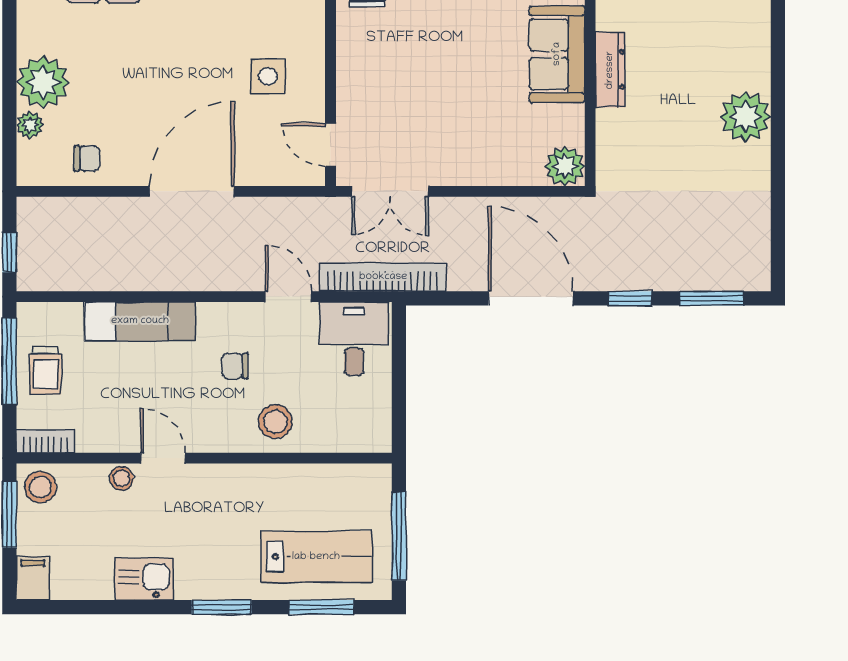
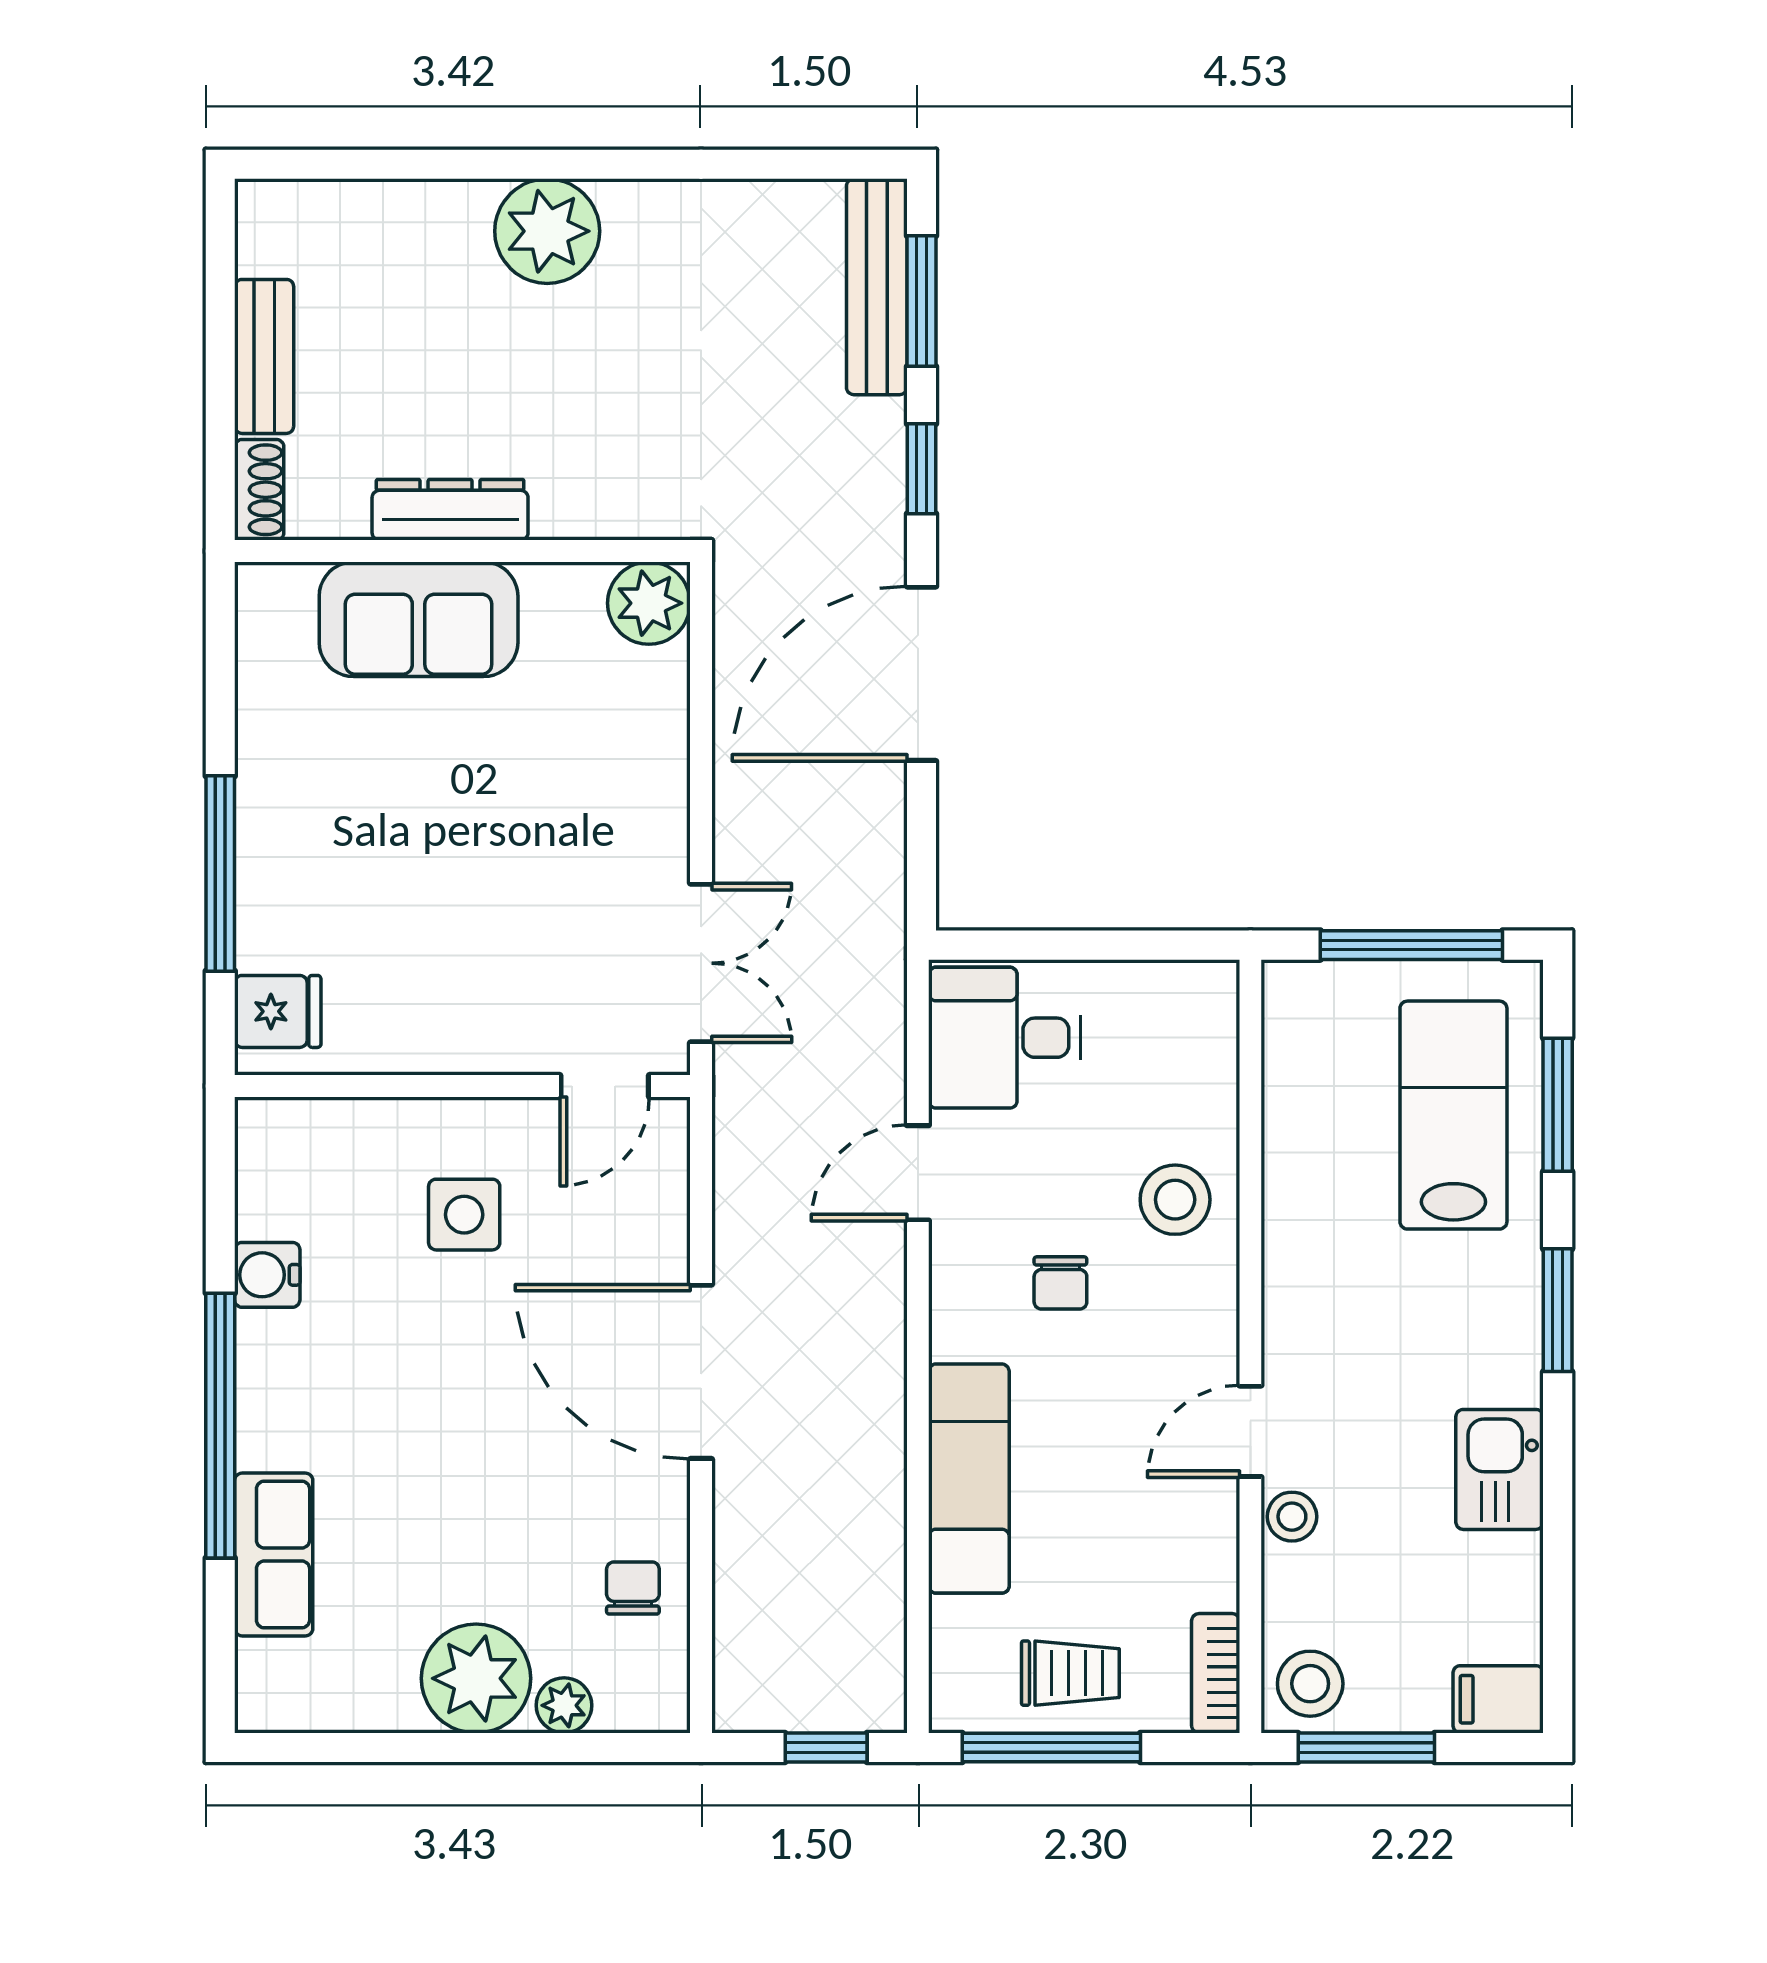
bookcase: (383, 277) -> (877, 978), removed
bench: (718, 277) -> (877, 287), added

